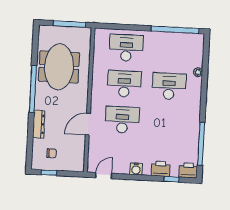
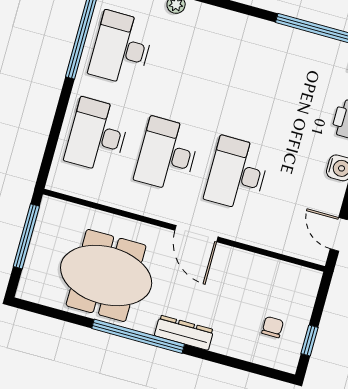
desk: (169, 86) -> (121, 48), moved
dresser: (39, 124) -> (184, 333), moved
door: (88, 124) -> (196, 234), moved

